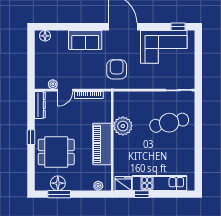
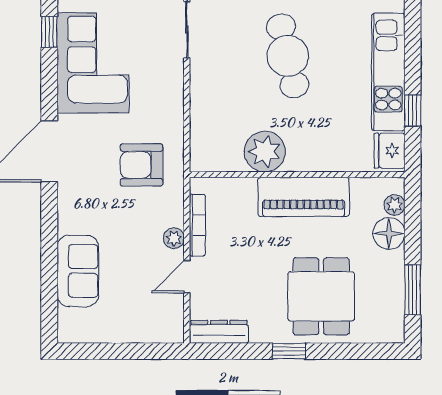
floor lamp: (45, 36) -> (69, 321), removed
sofa: (85, 40) -> (78, 271), moved
plant: (53, 84) -> (174, 238), moved
door: (65, 90) -> (187, 277), swing flipped
cafe table: (169, 123) -> (288, 56), moved
floor lamp: (58, 183) -> (389, 233), moved

